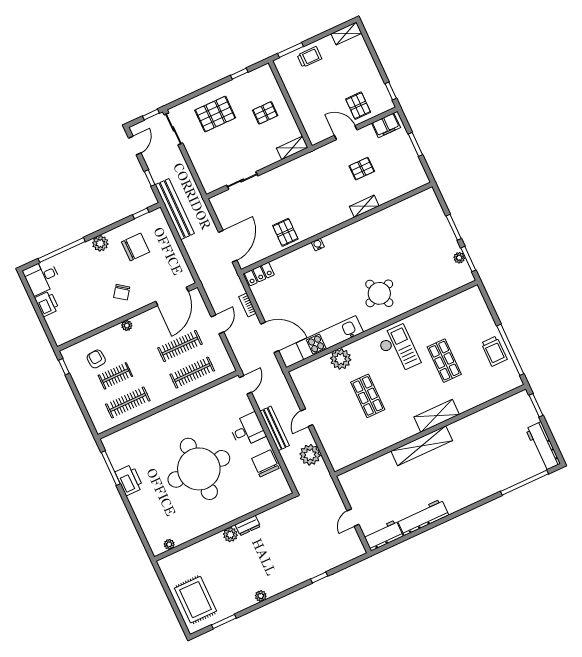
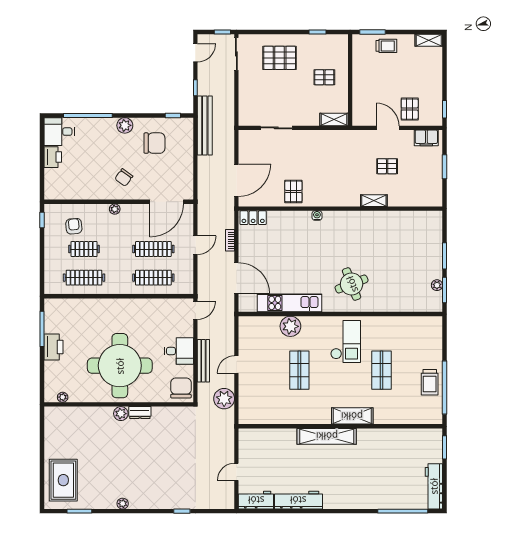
dresser: (248, 526) -> (140, 413), moved
wall: (224, 527) -> (119, 404), moved
plant: (230, 535) -> (121, 414), moved
plant: (169, 544) -> (63, 397), moved

